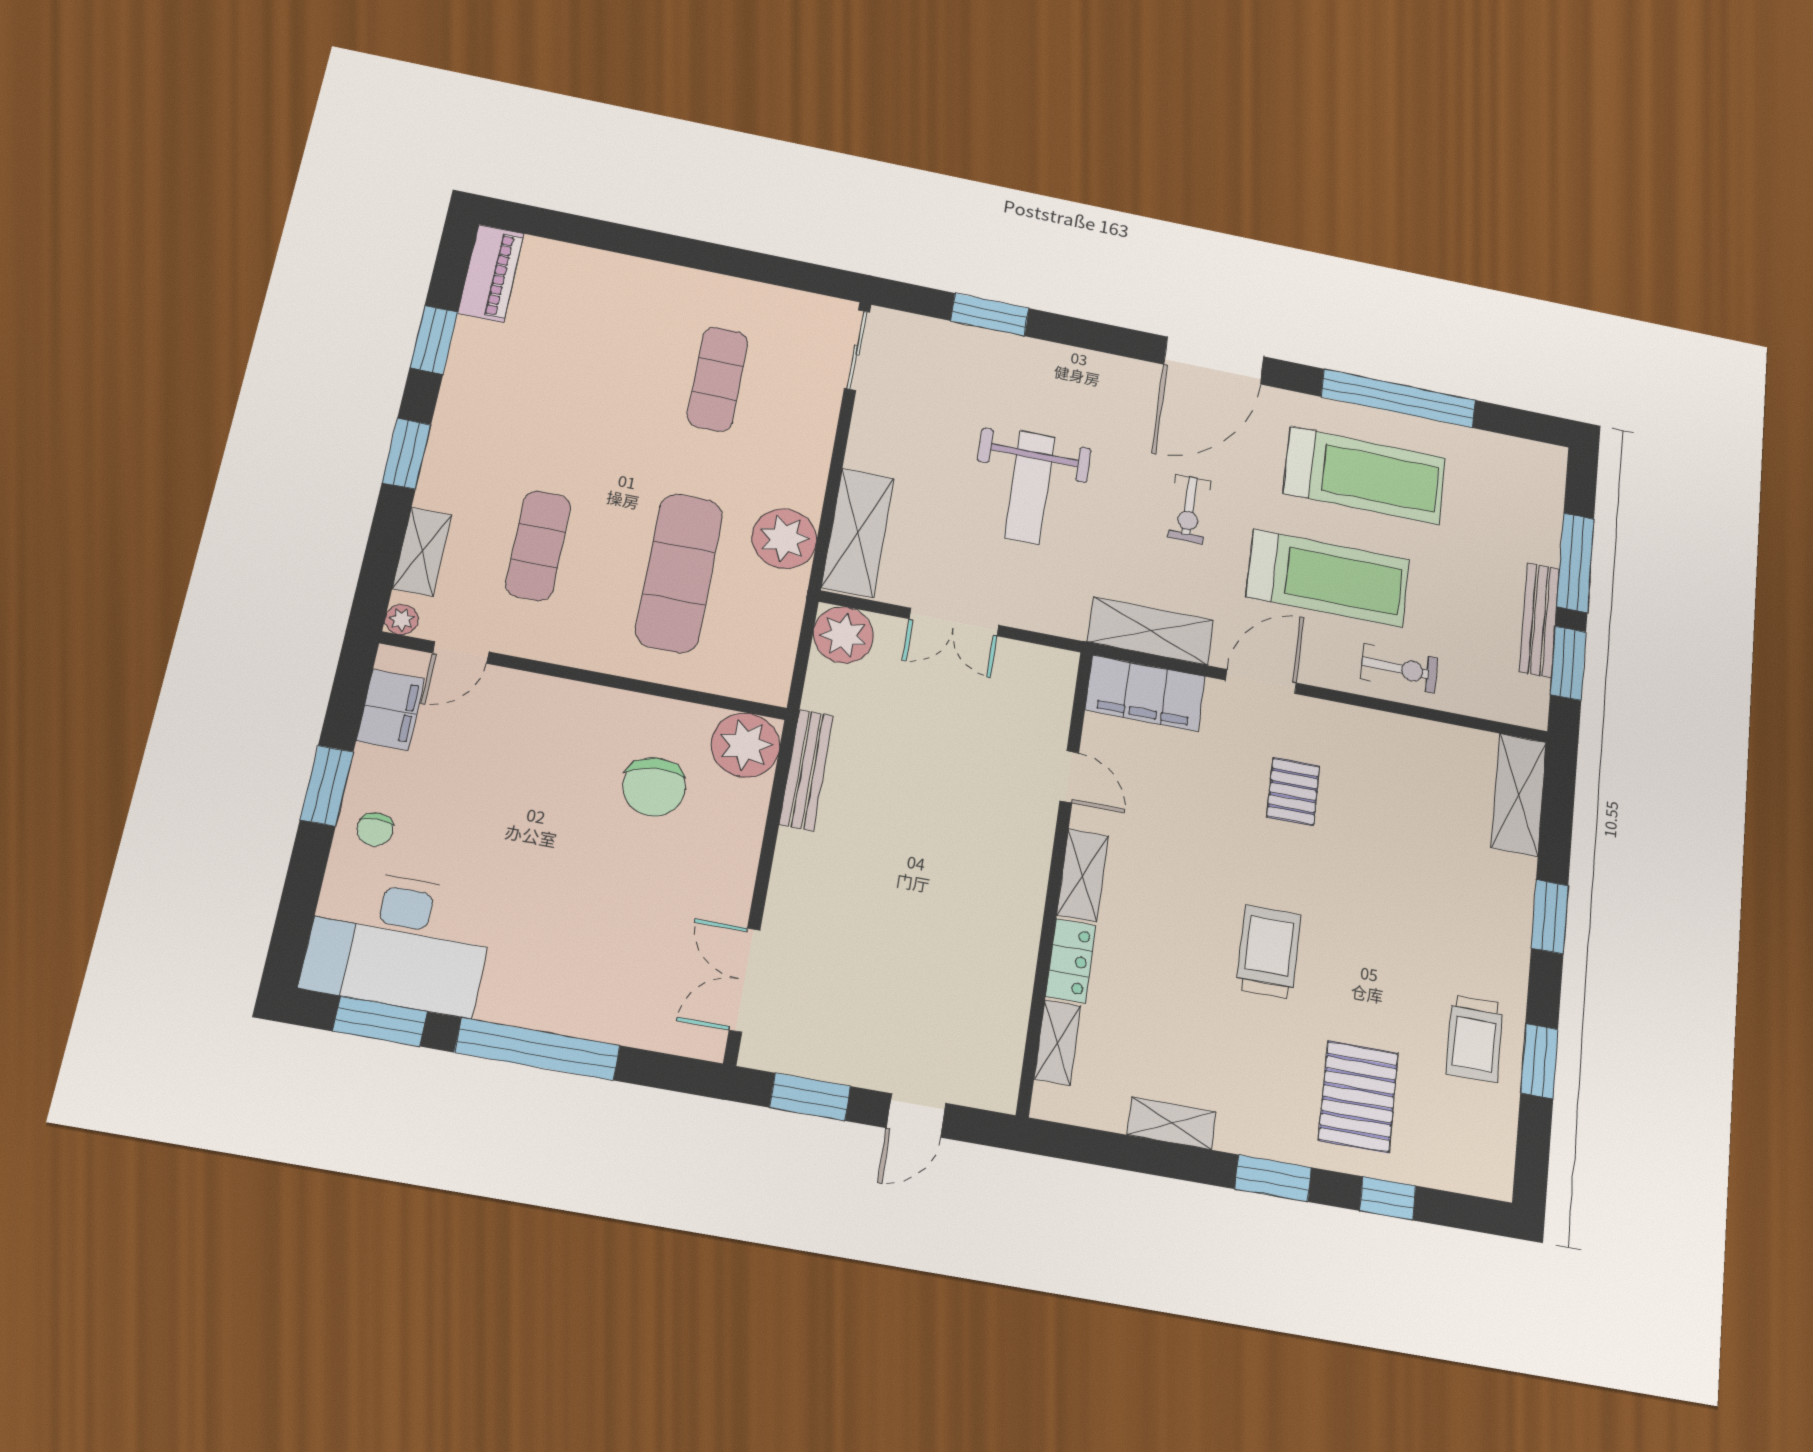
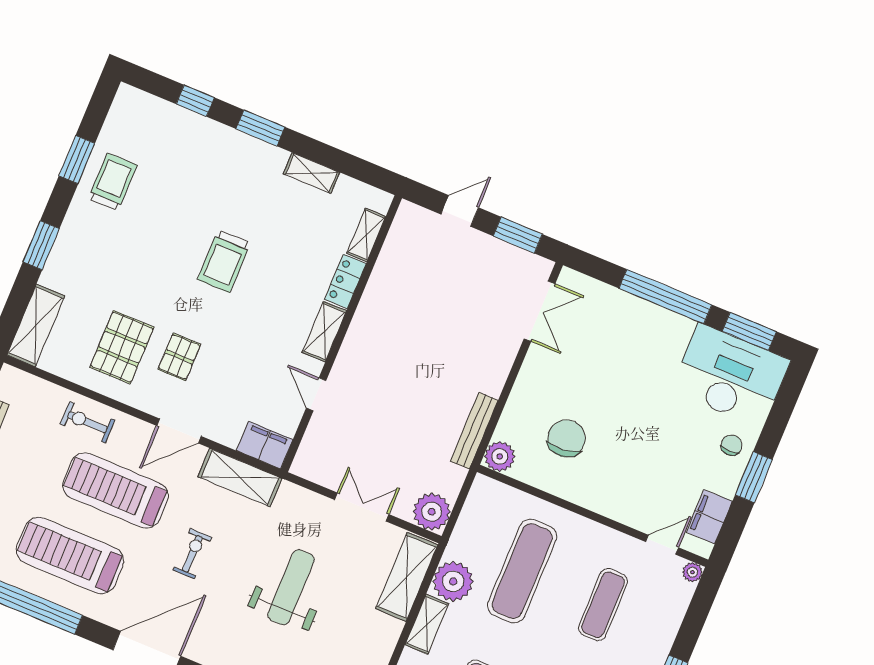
shelving: (422, 552) -> (427, 624), moved
filing cabinet: (1145, 693) -> (265, 445), width x0.67, depth x0.86
plant: (745, 745) -> (500, 456), width x0.73, depth x0.73
pallet: (1358, 1097) -> (122, 347), moved

